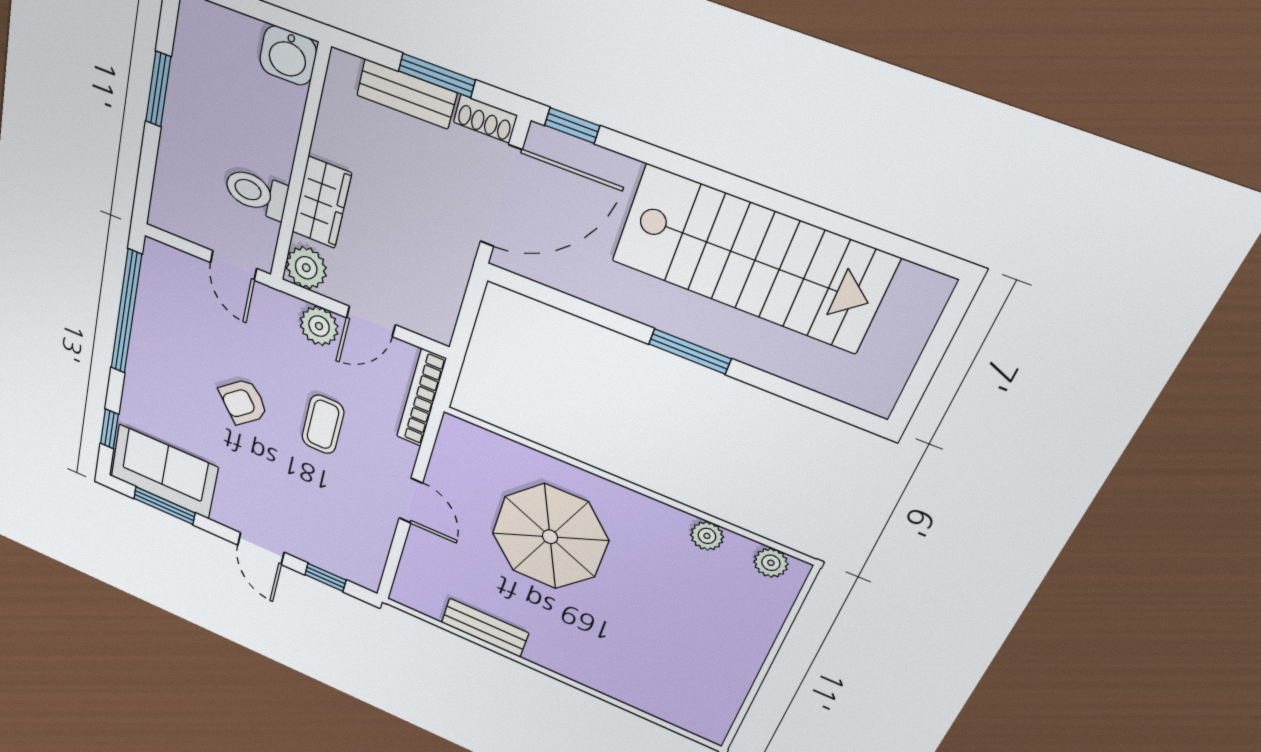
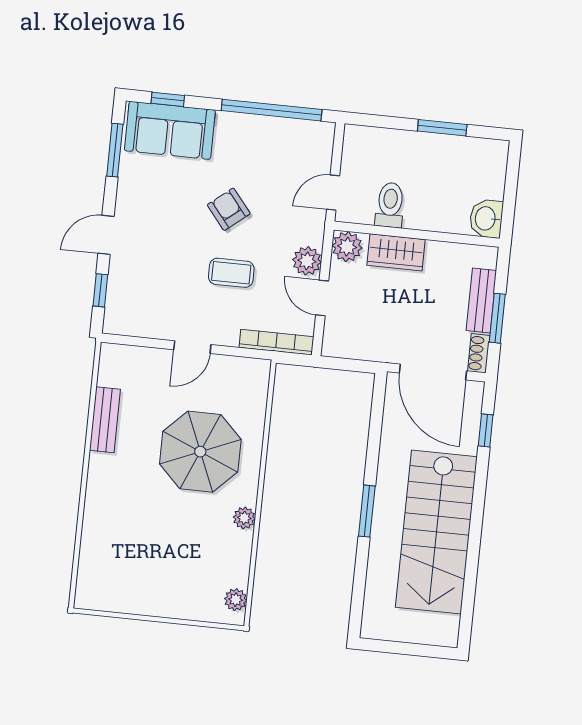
window: (572, 126) -> (486, 430), moved
sofa: (164, 472) -> (170, 130), moved, turned 90
plant: (707, 536) -> (244, 518), moved

